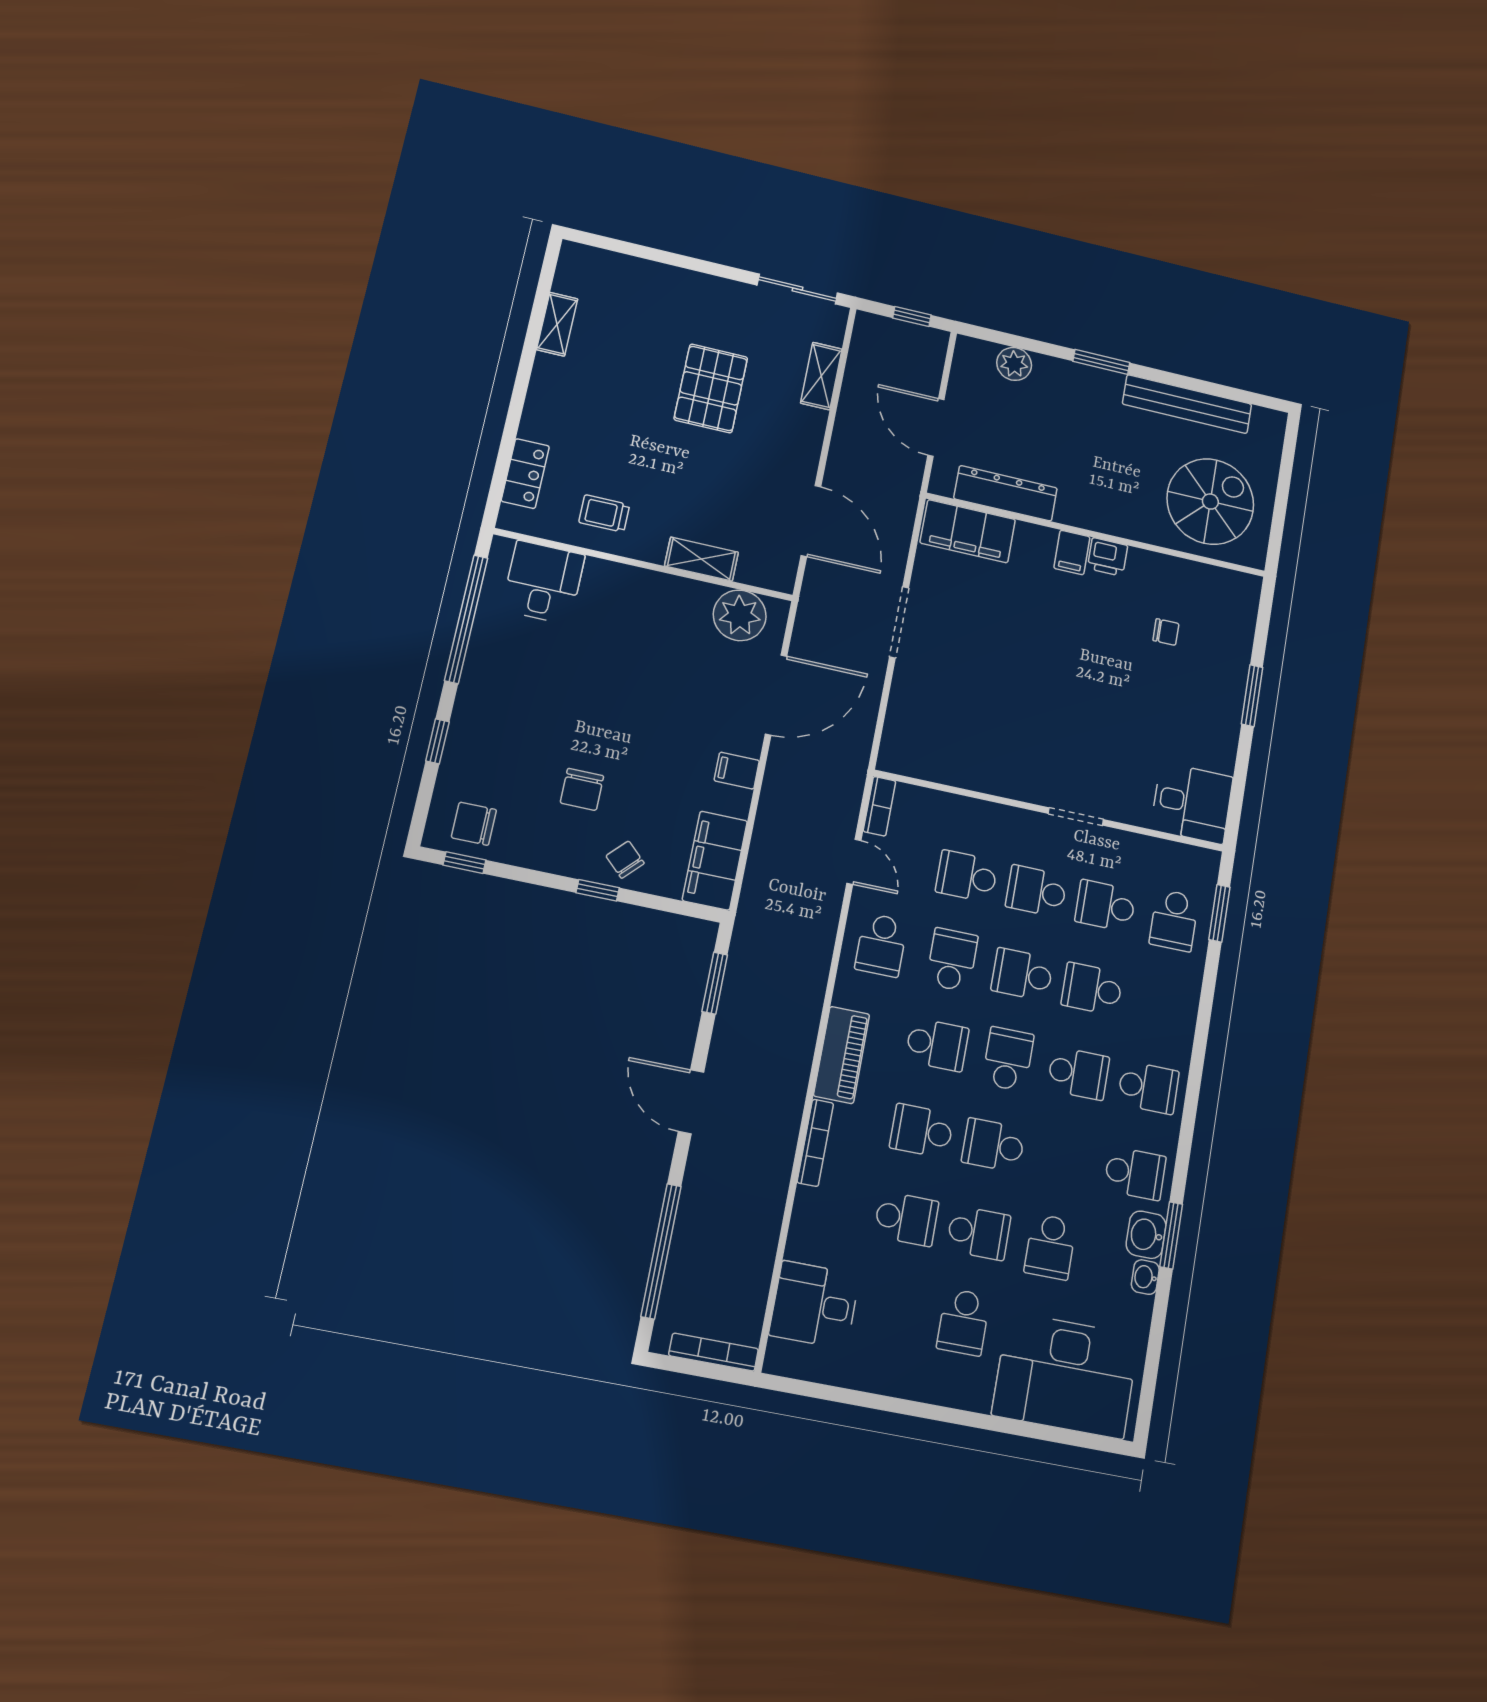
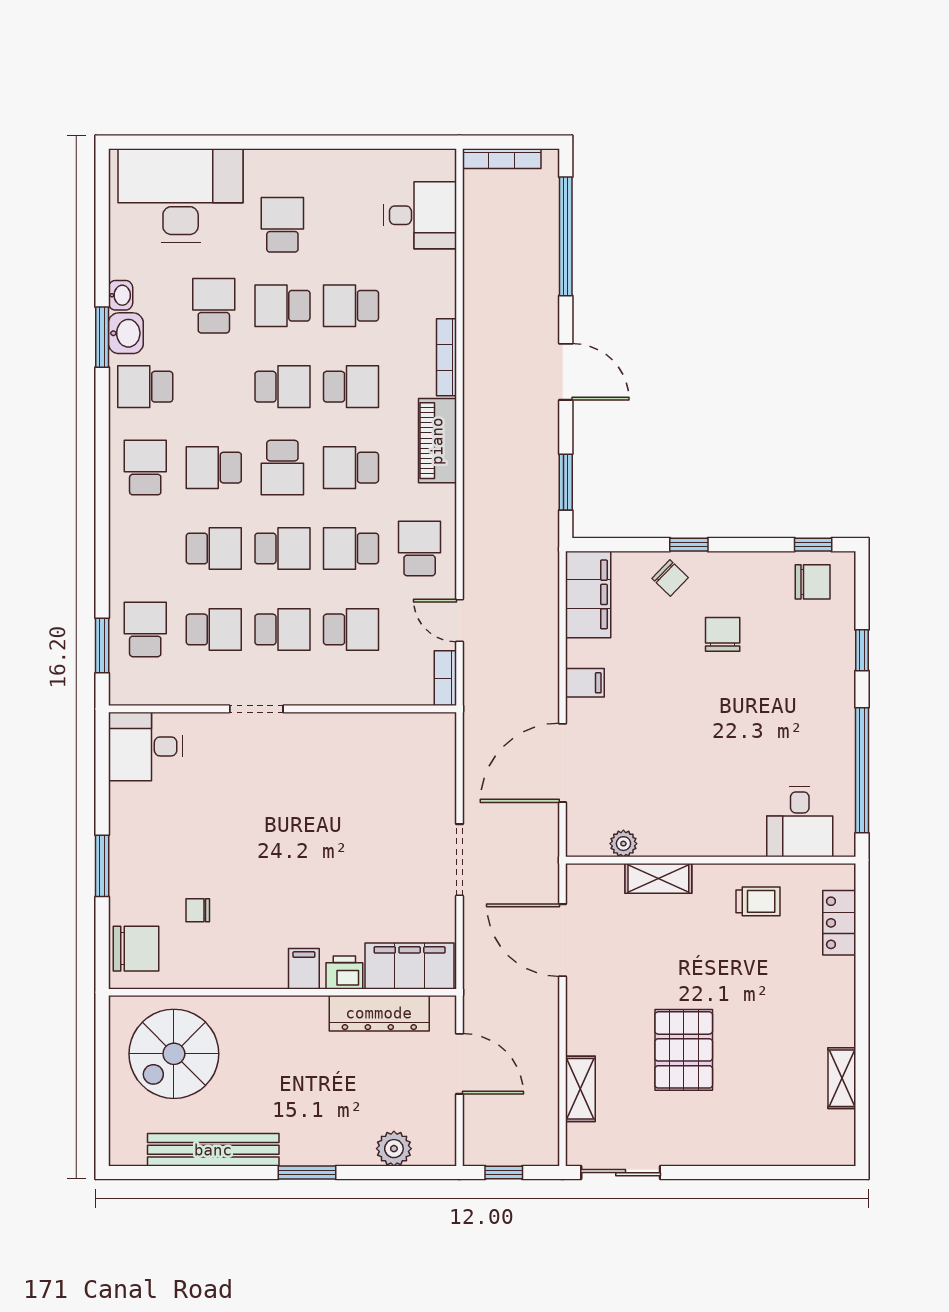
printer: (1107, 557) -> (344, 972), moved
chair: (1231, 609) -> (136, 949), added
plant: (740, 615) -> (623, 844), width x0.53, depth x0.53
school desk: (952, 960) -> (351, 549), turned 90
school desk: (1148, 1088) -> (145, 468), turned 90

